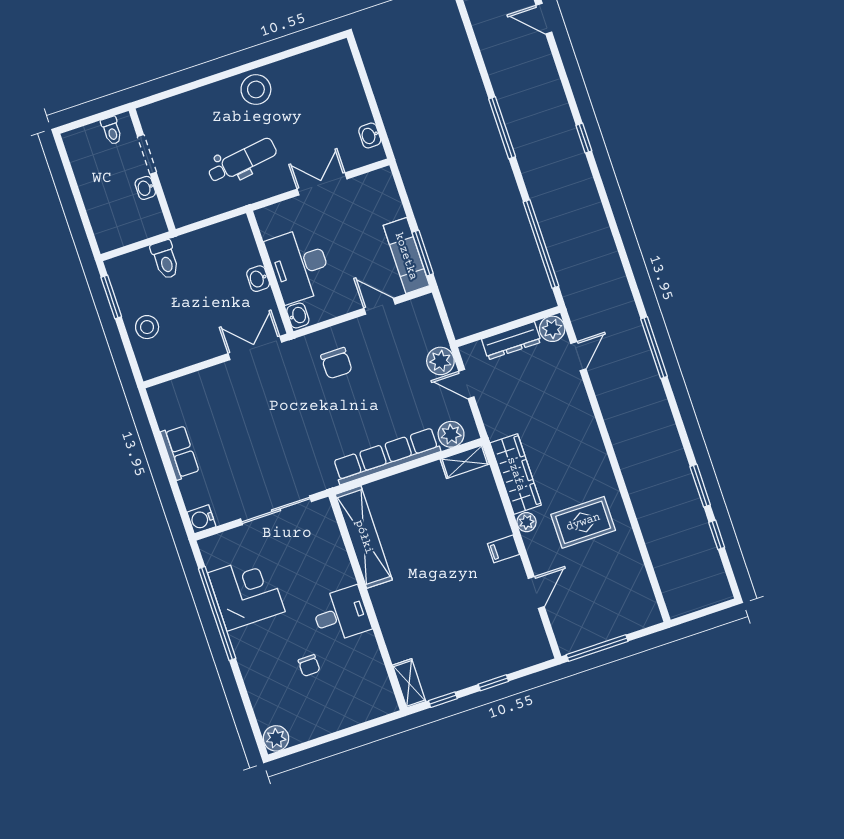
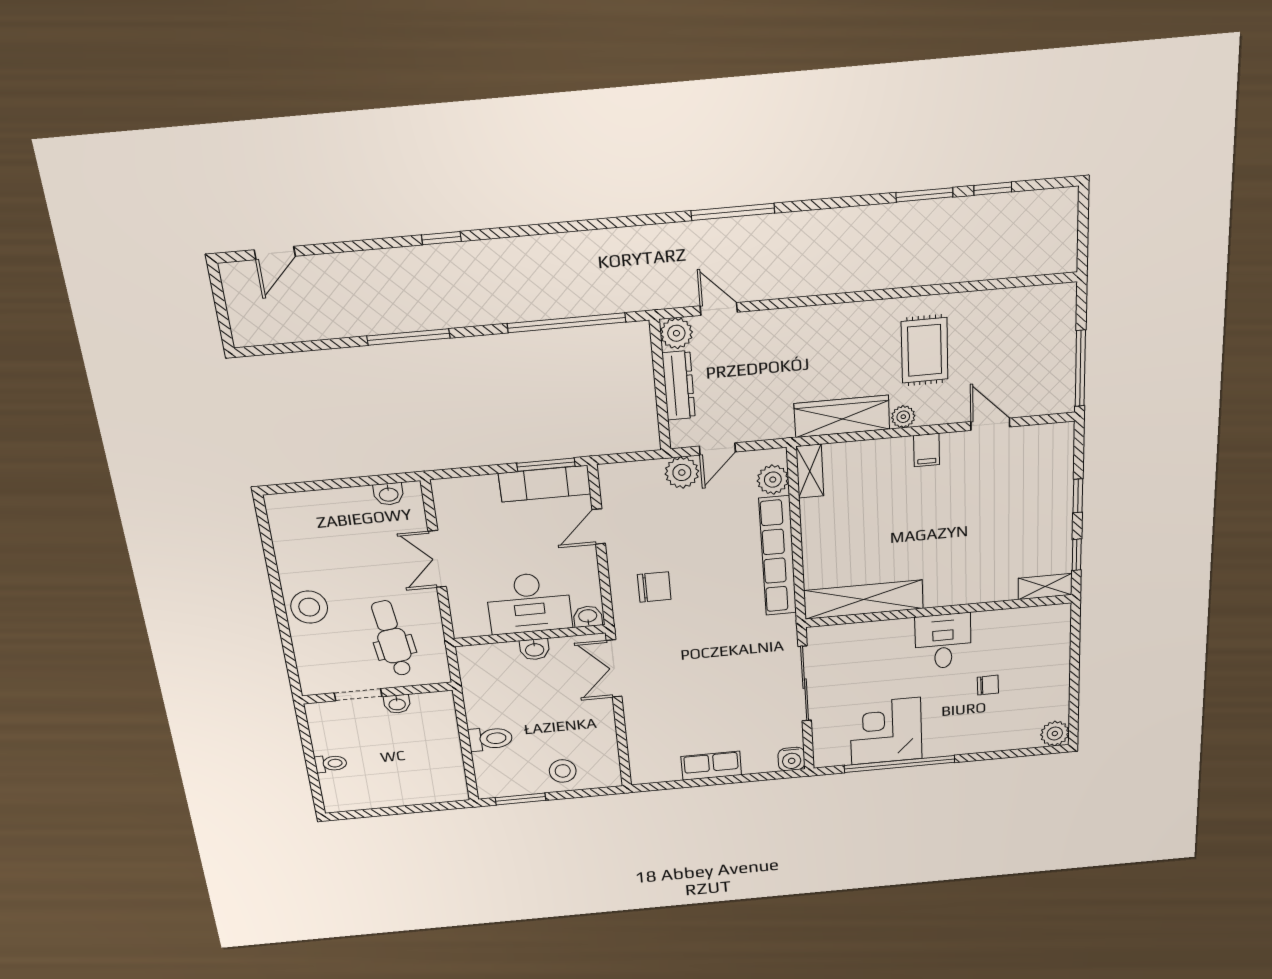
doorway: (147, 154) -> (358, 695), moved
wall: (152, 170) -> (377, 693), moved
washbasin: (145, 188) -> (397, 704), moved

